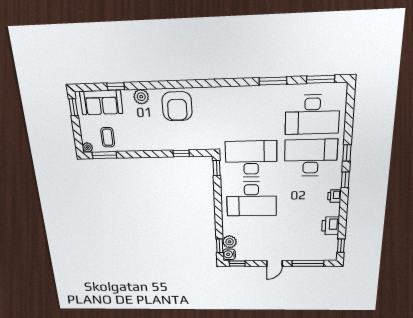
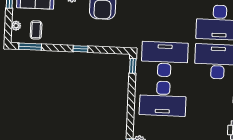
plant: (87, 147) -> (16, 26), moved
window: (181, 153) -> (80, 49), moved

